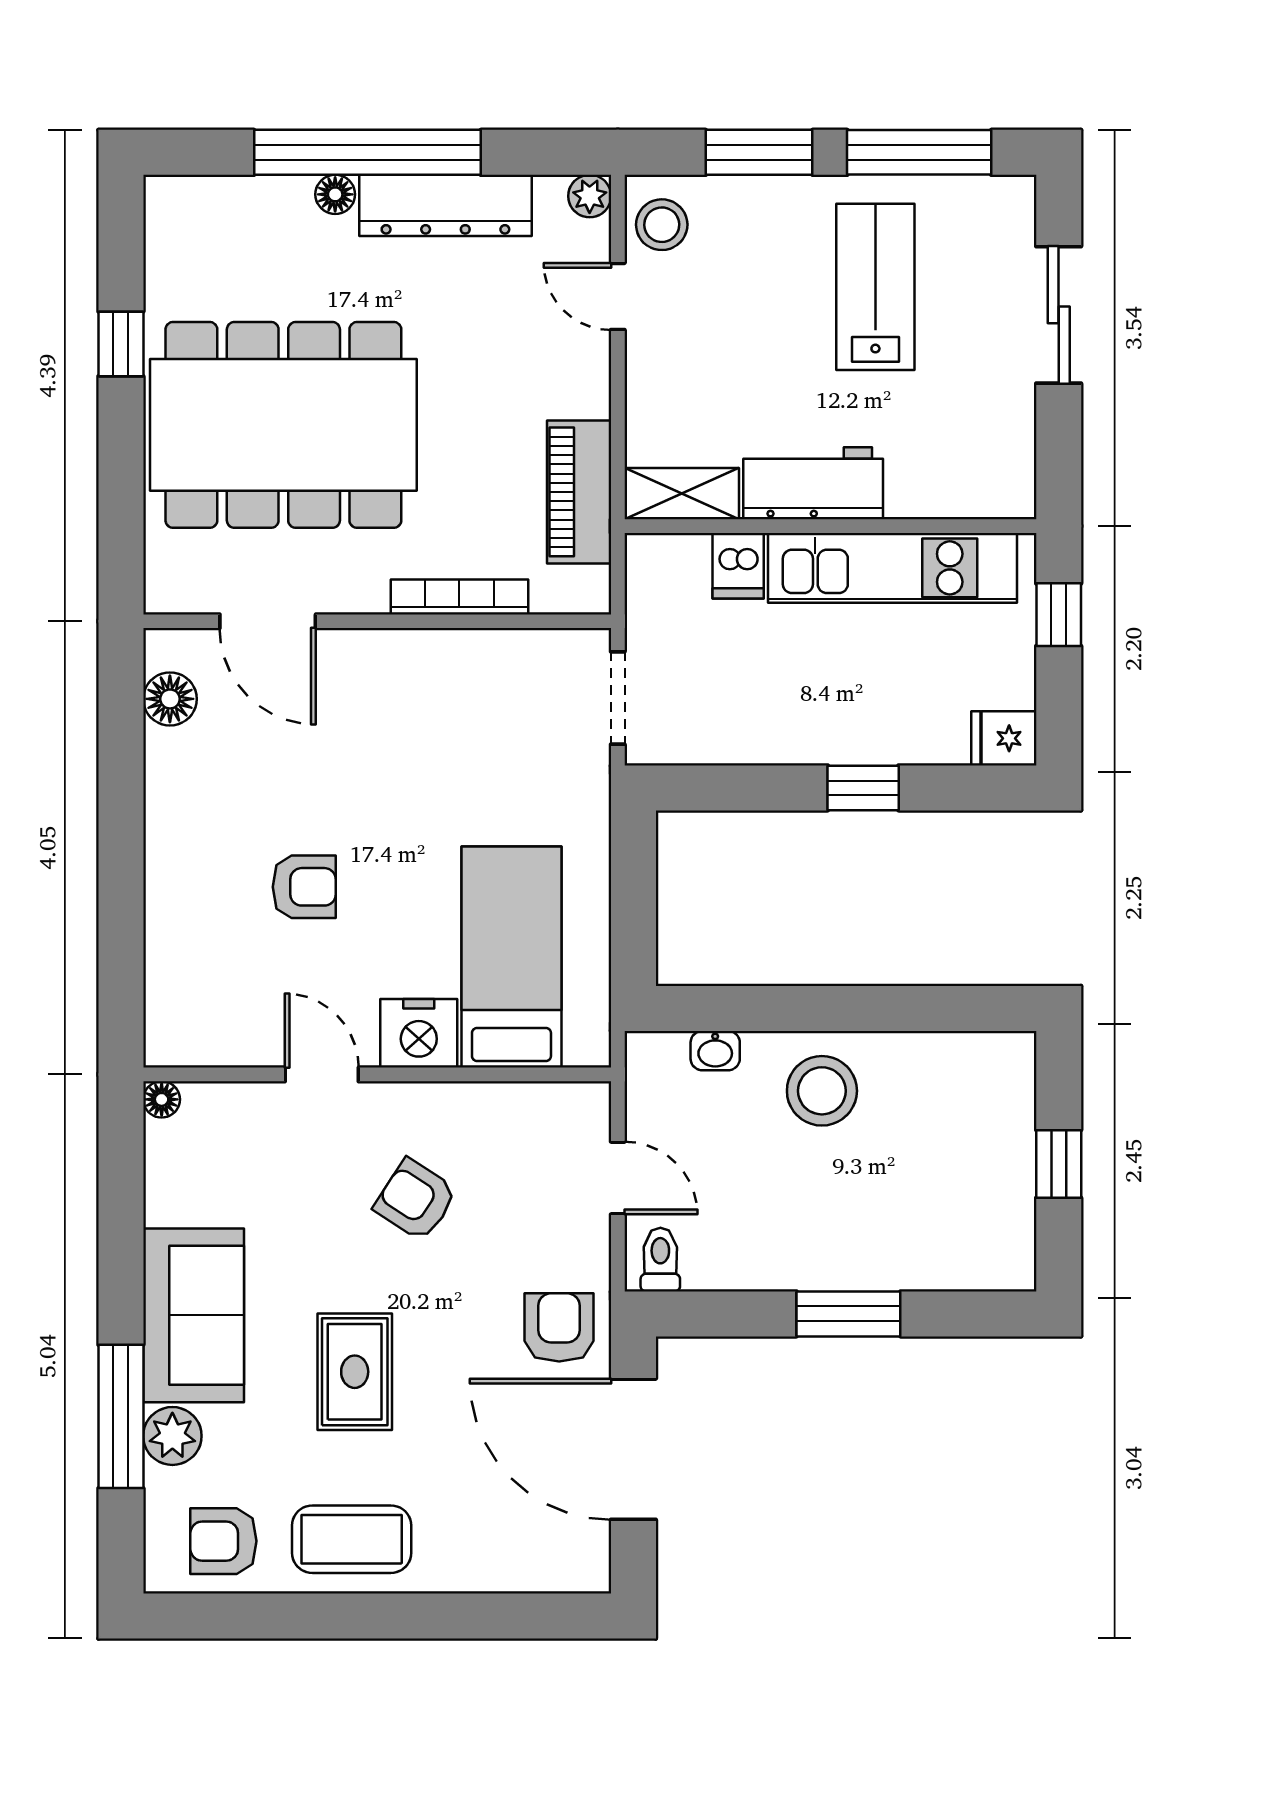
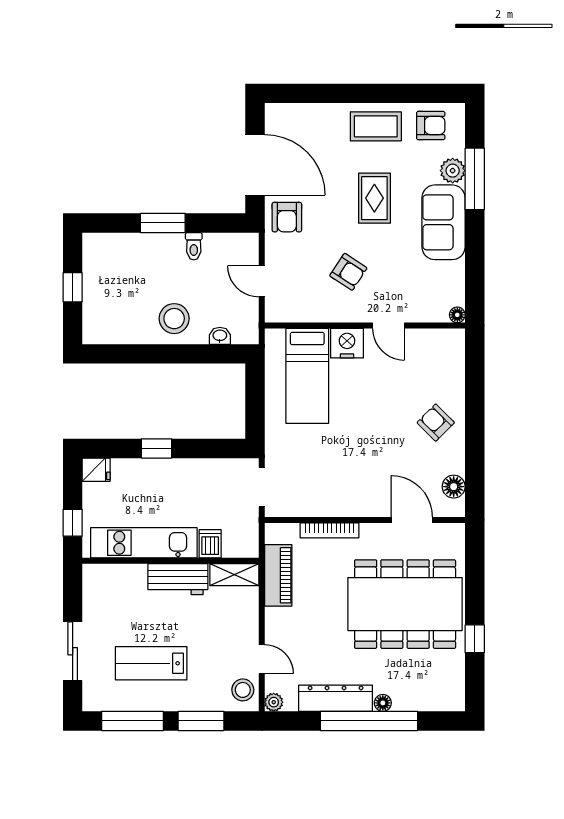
lab bench: (875, 287) -> (151, 663), turned 90
armchair: (304, 887) -> (436, 423), moved, turned 45
toilet: (660, 1260) -> (194, 246), moved

